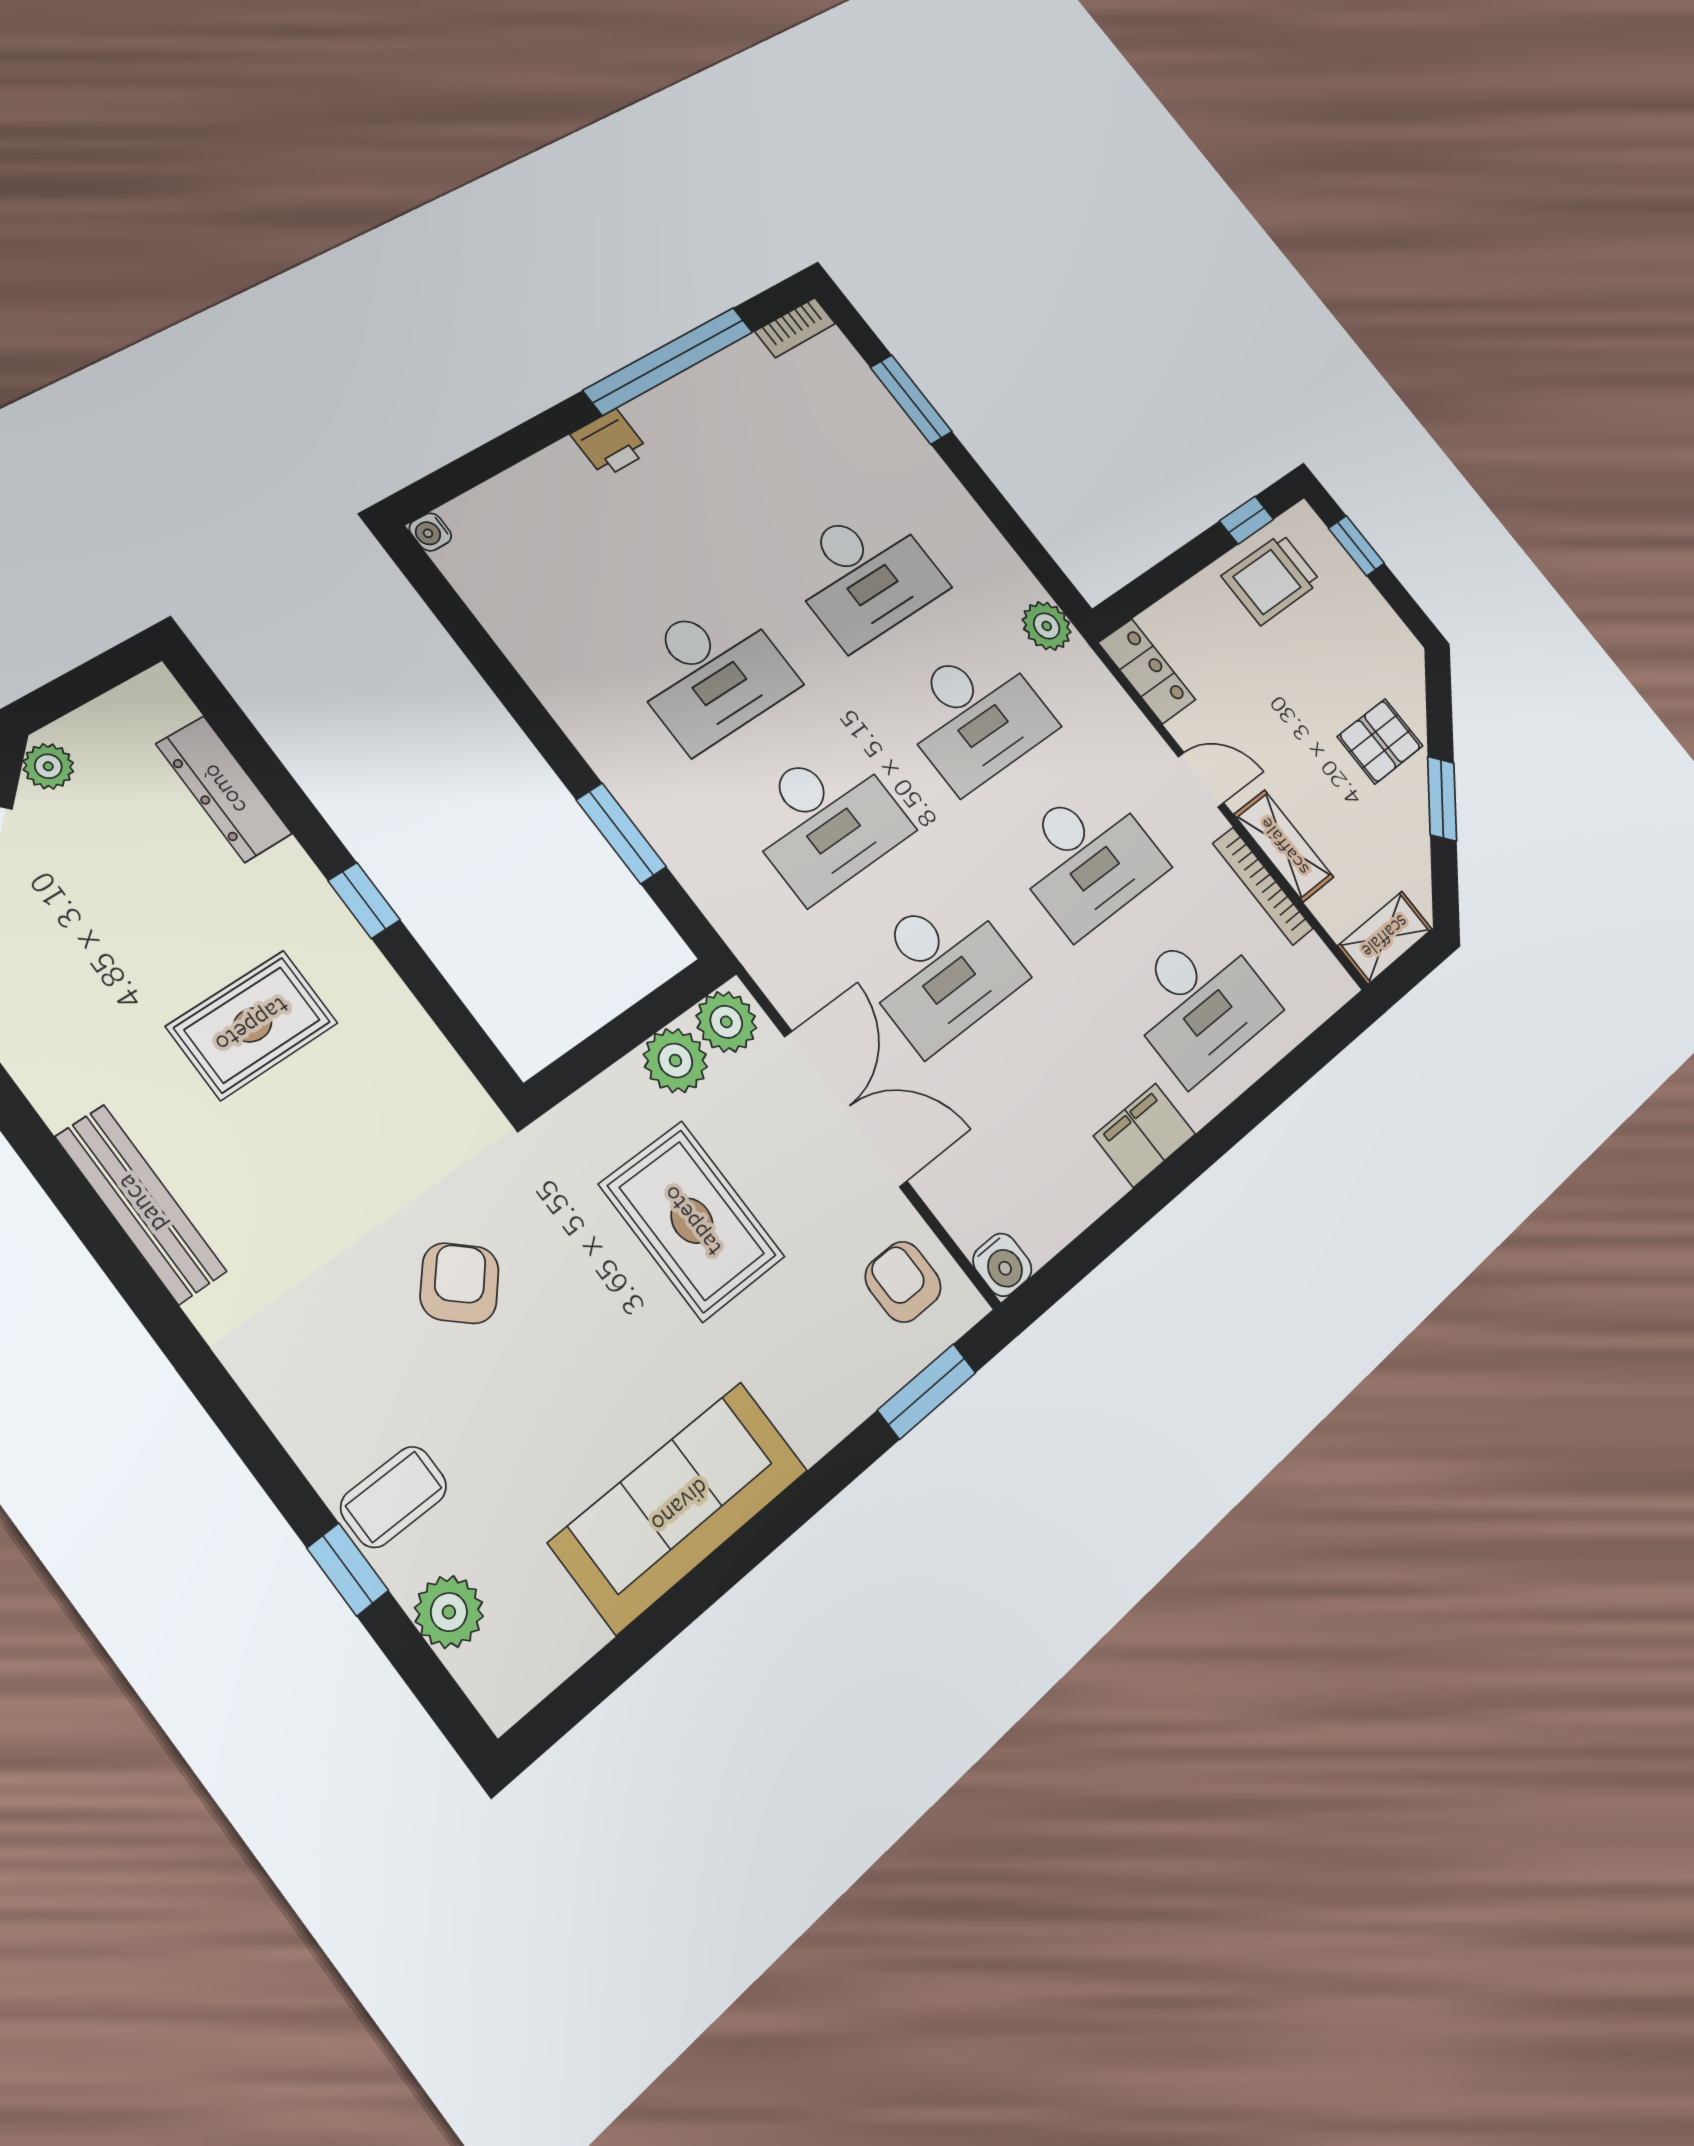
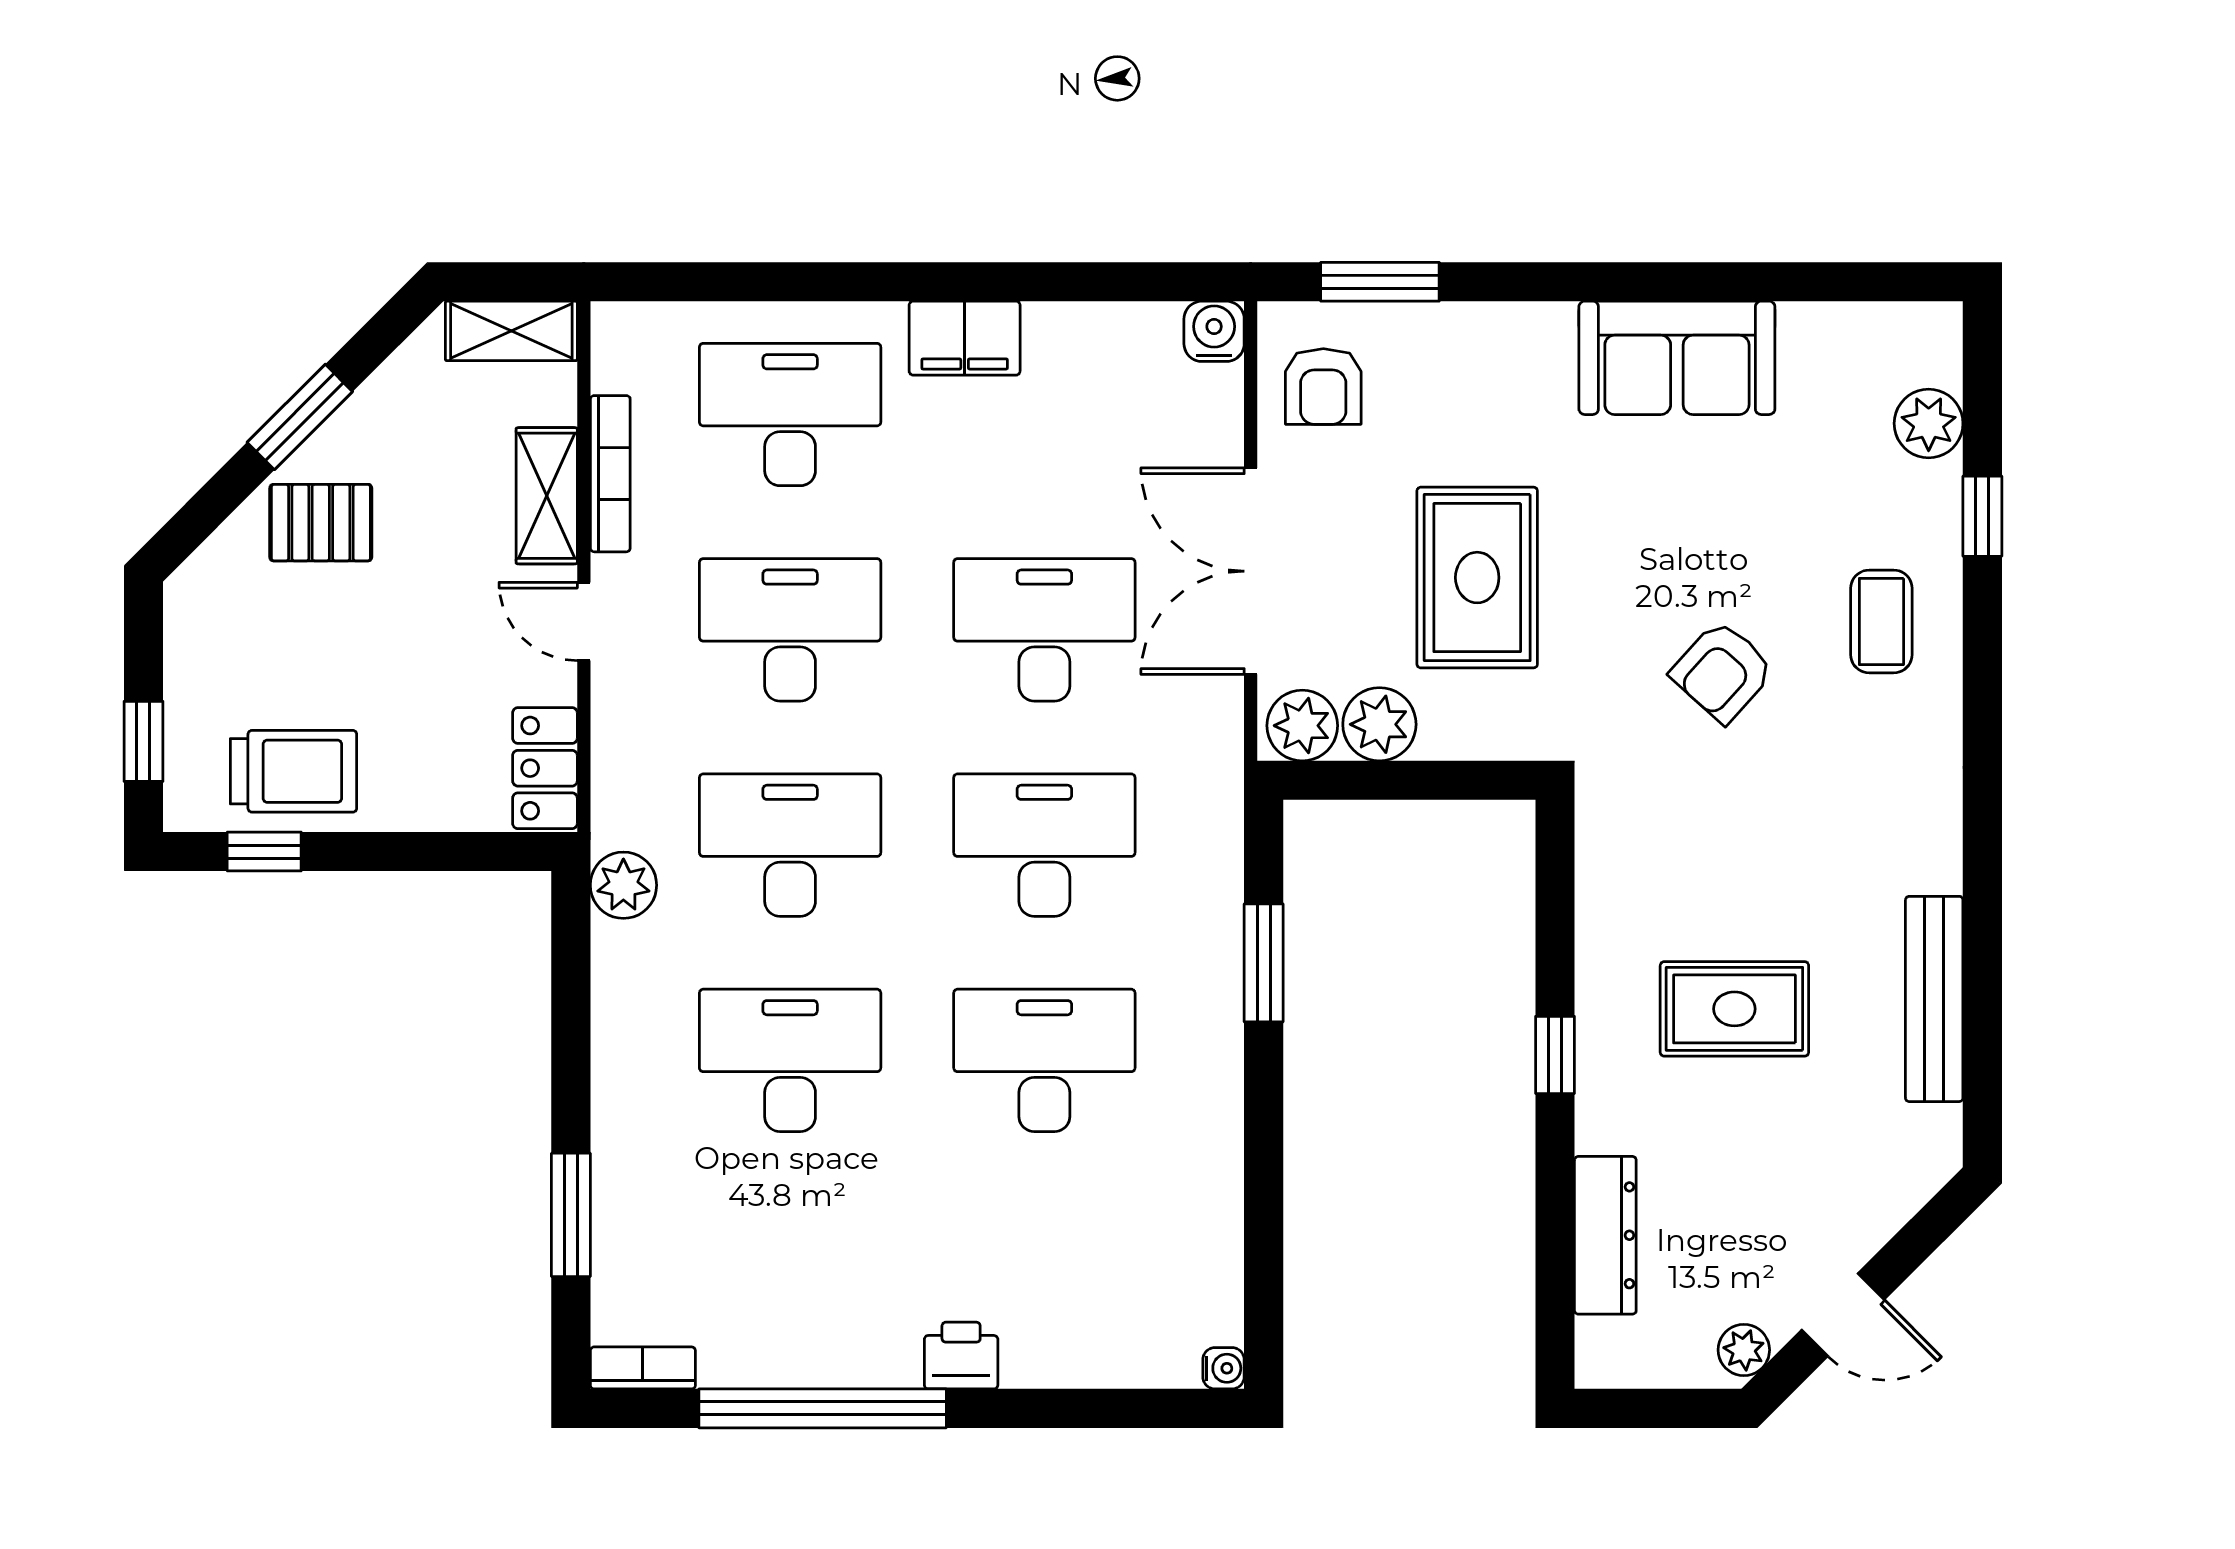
bench: (141, 1204) -> (1934, 999), moved
coffee table: (394, 1497) -> (1881, 621), moved, turned 90
sofa: (680, 1506) -> (1677, 358), width x0.73

